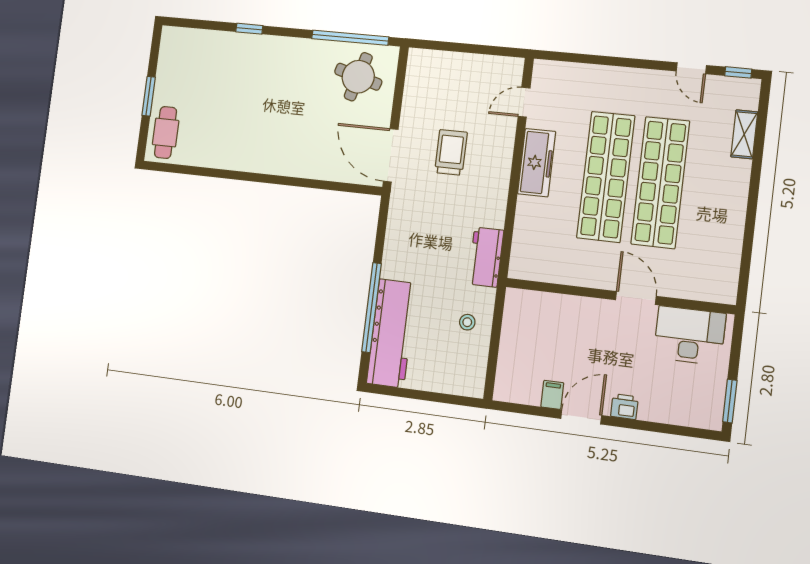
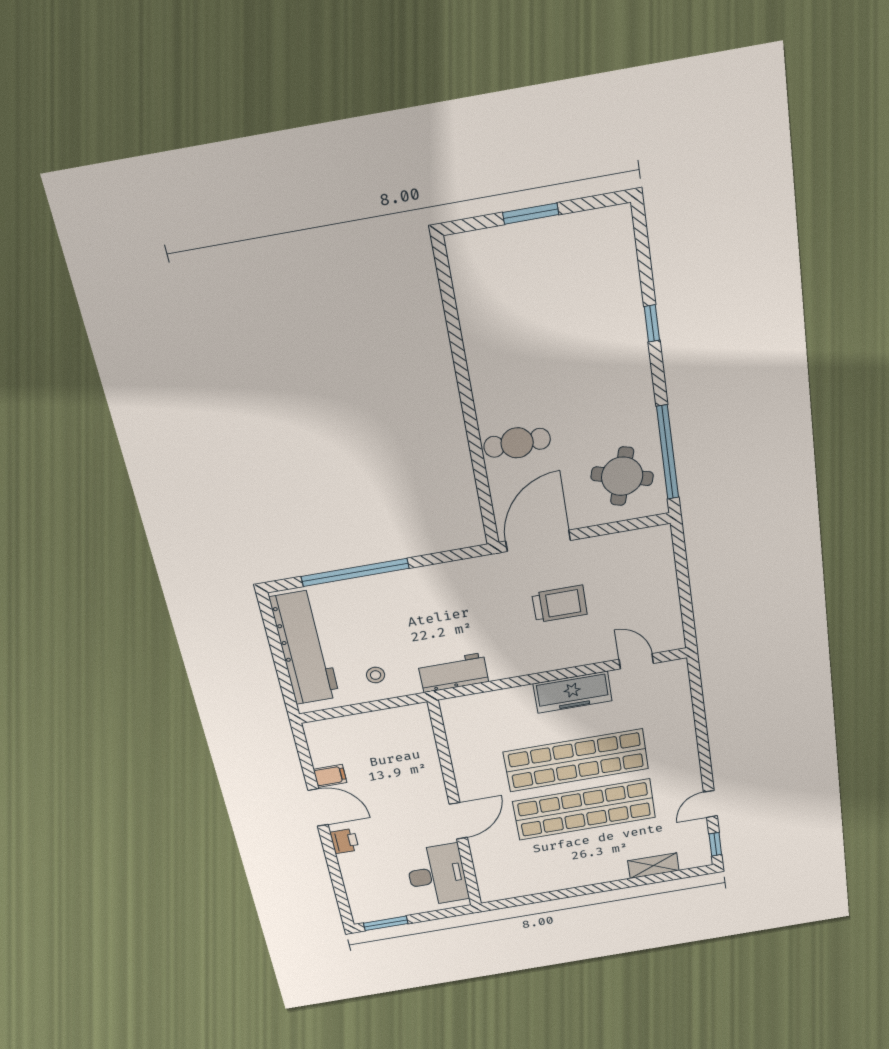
cafe table: (166, 133) -> (517, 443), moved
workbench: (391, 333) -> (305, 648), moved, turned -90

